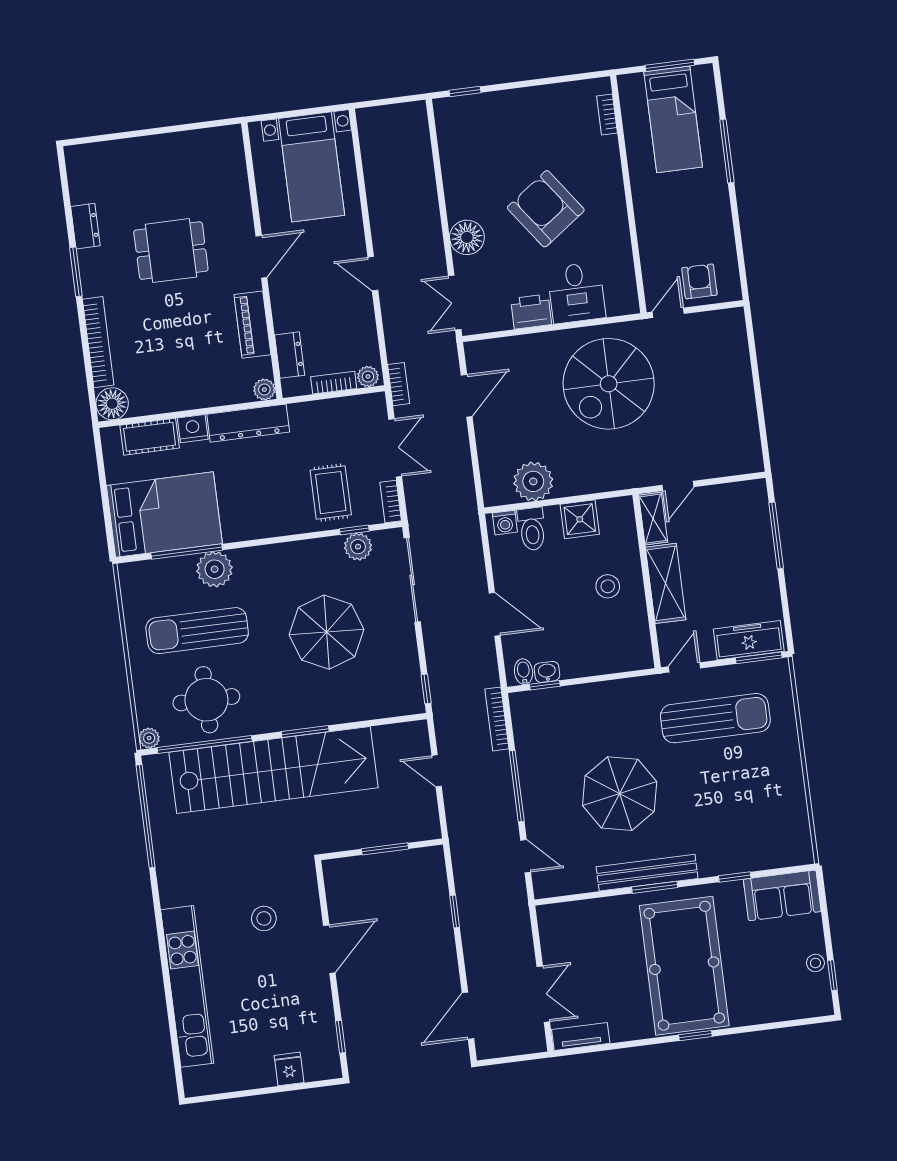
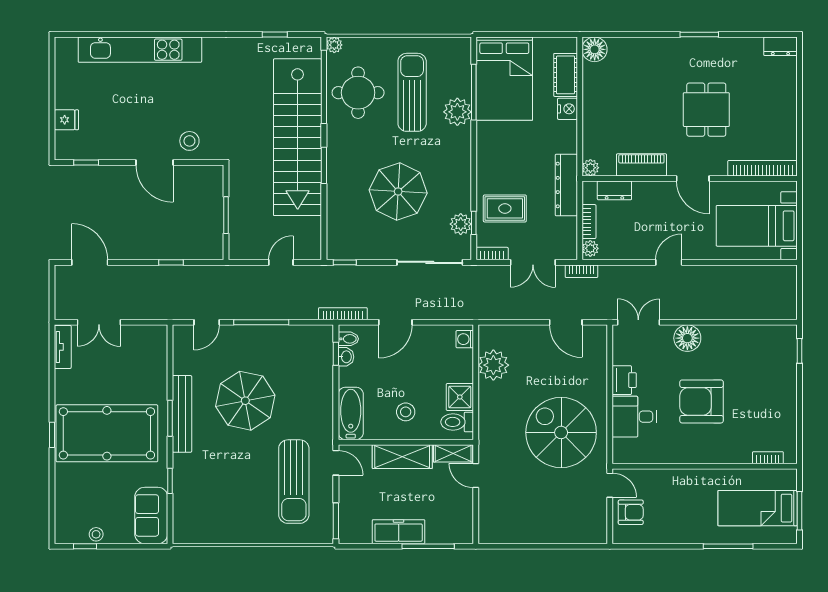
armchair: (546, 209) -> (702, 401), turned -144
dresser: (85, 226) -> (780, 46), moved
bookcase: (98, 342) -> (763, 168), moved, turned 180
dresser: (248, 423) -> (566, 185), moved
toilet: (532, 529) -> (457, 422), moved
freezer: (749, 640) -> (399, 532), moved, turned -90
bathtub: (619, 656) -> (351, 413), added
bookcase: (497, 719) -> (343, 314), moved
window: (146, 816) -> (275, 35), width x0.32
stool: (264, 918) -> (189, 141), moved

